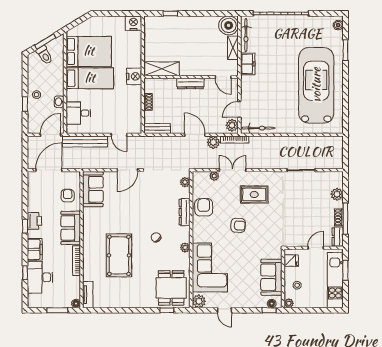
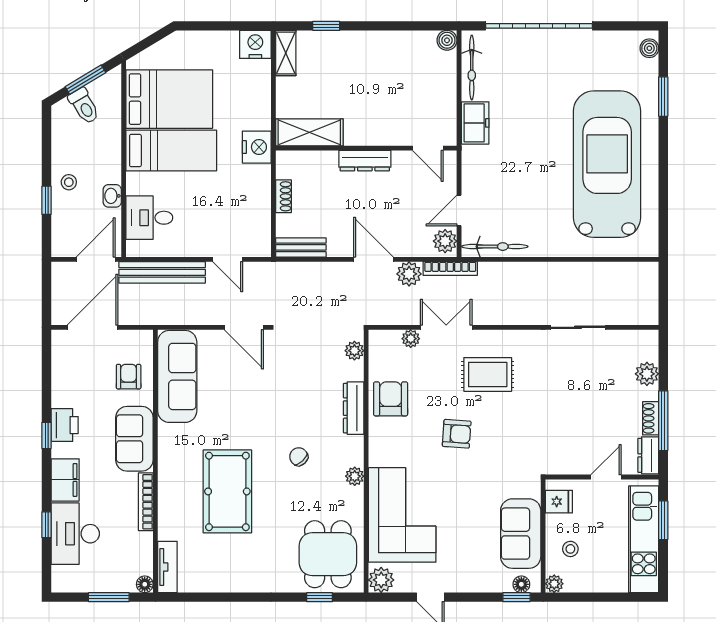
boiler: (229, 25) -> (447, 40), width x0.54, depth x0.54
shelving: (233, 48) -> (286, 53), moved
door: (127, 170) -> (244, 327), hinge flipped
sofa: (93, 189) -> (177, 376), width x1.36

